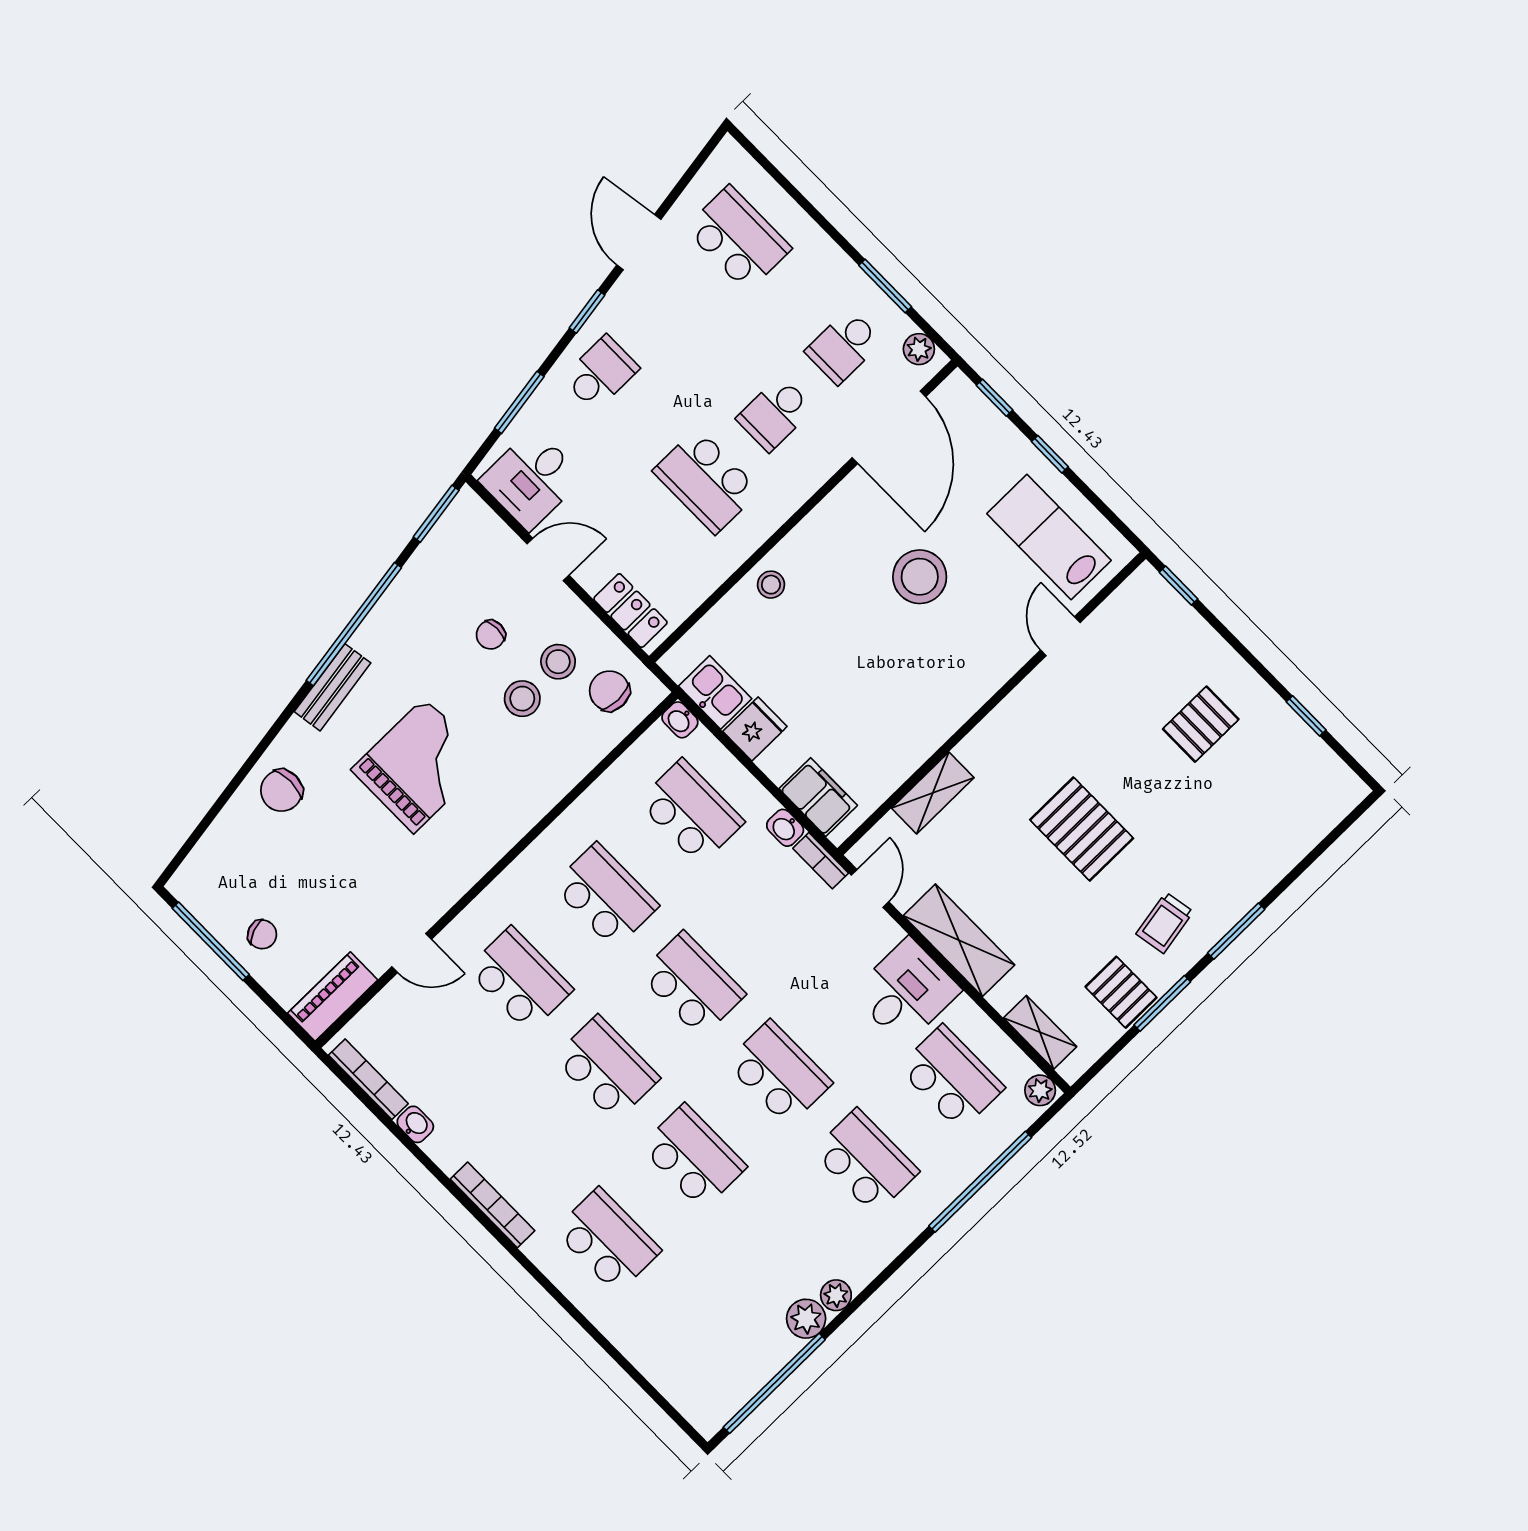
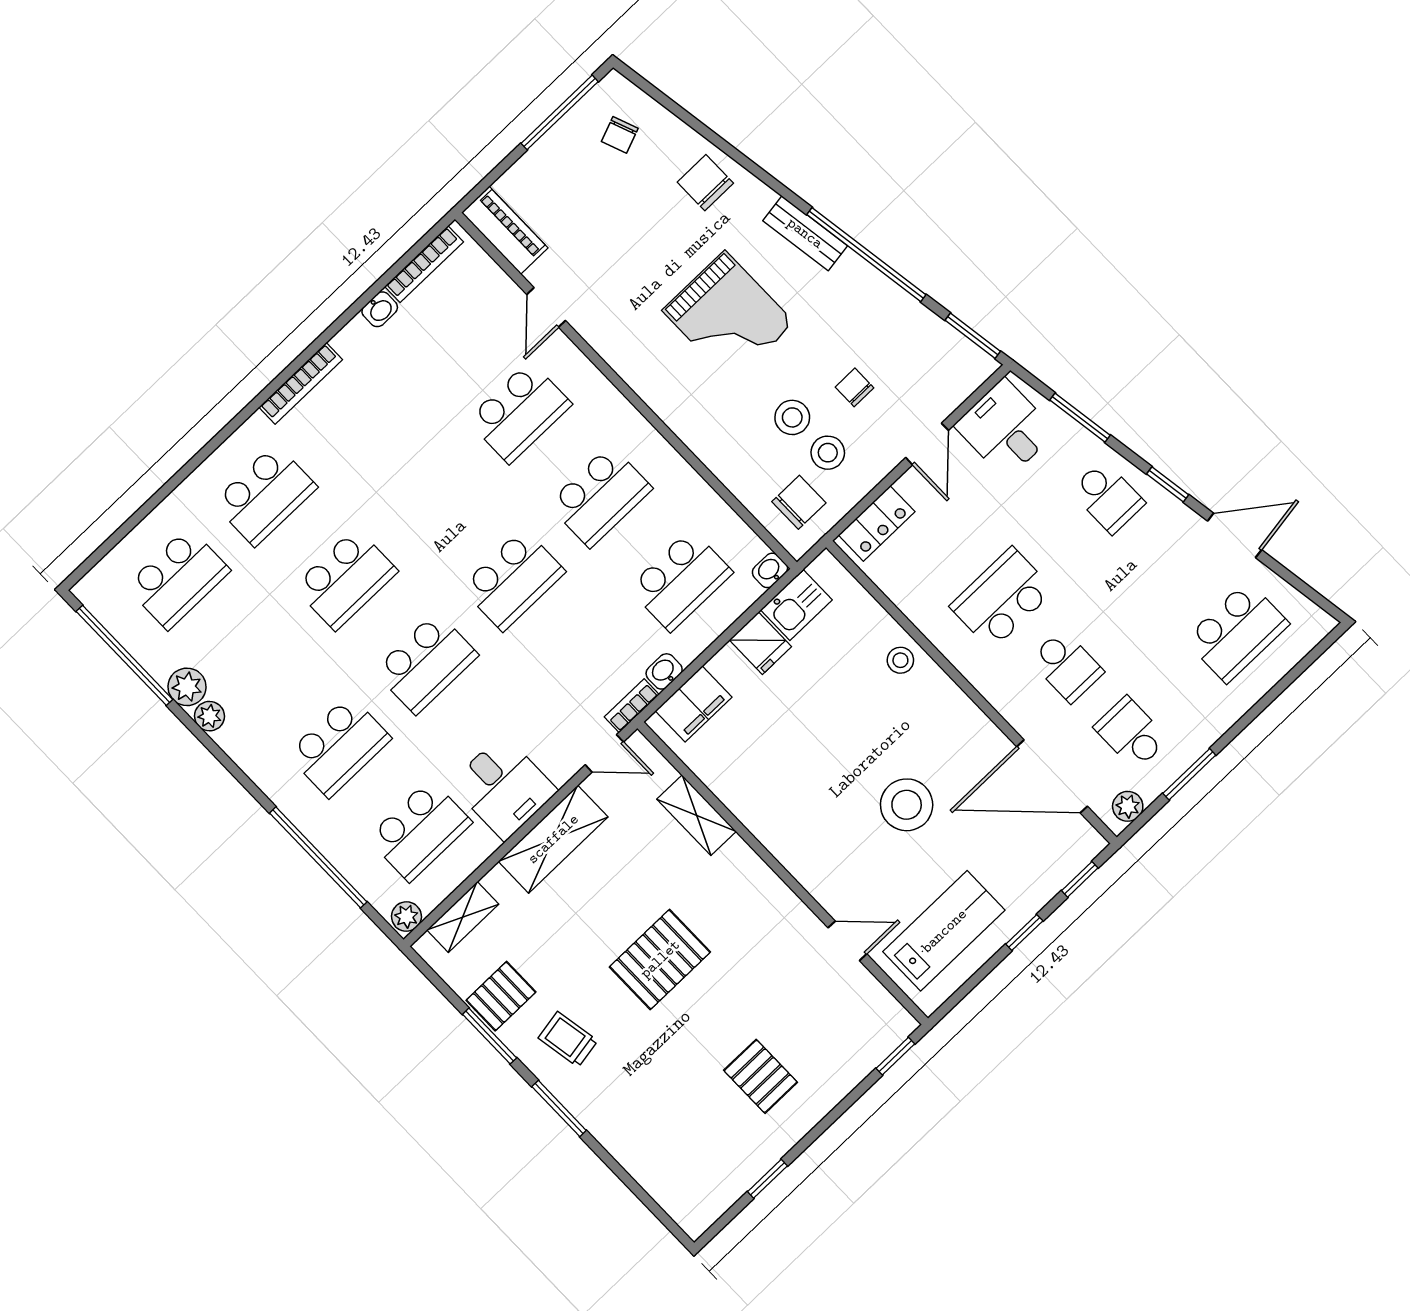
school desk: (775, 414) -> (1067, 666), turned 180
chair: (262, 934) -> (620, 135), moved
school desk: (607, 1068) -> (178, 578), moved

